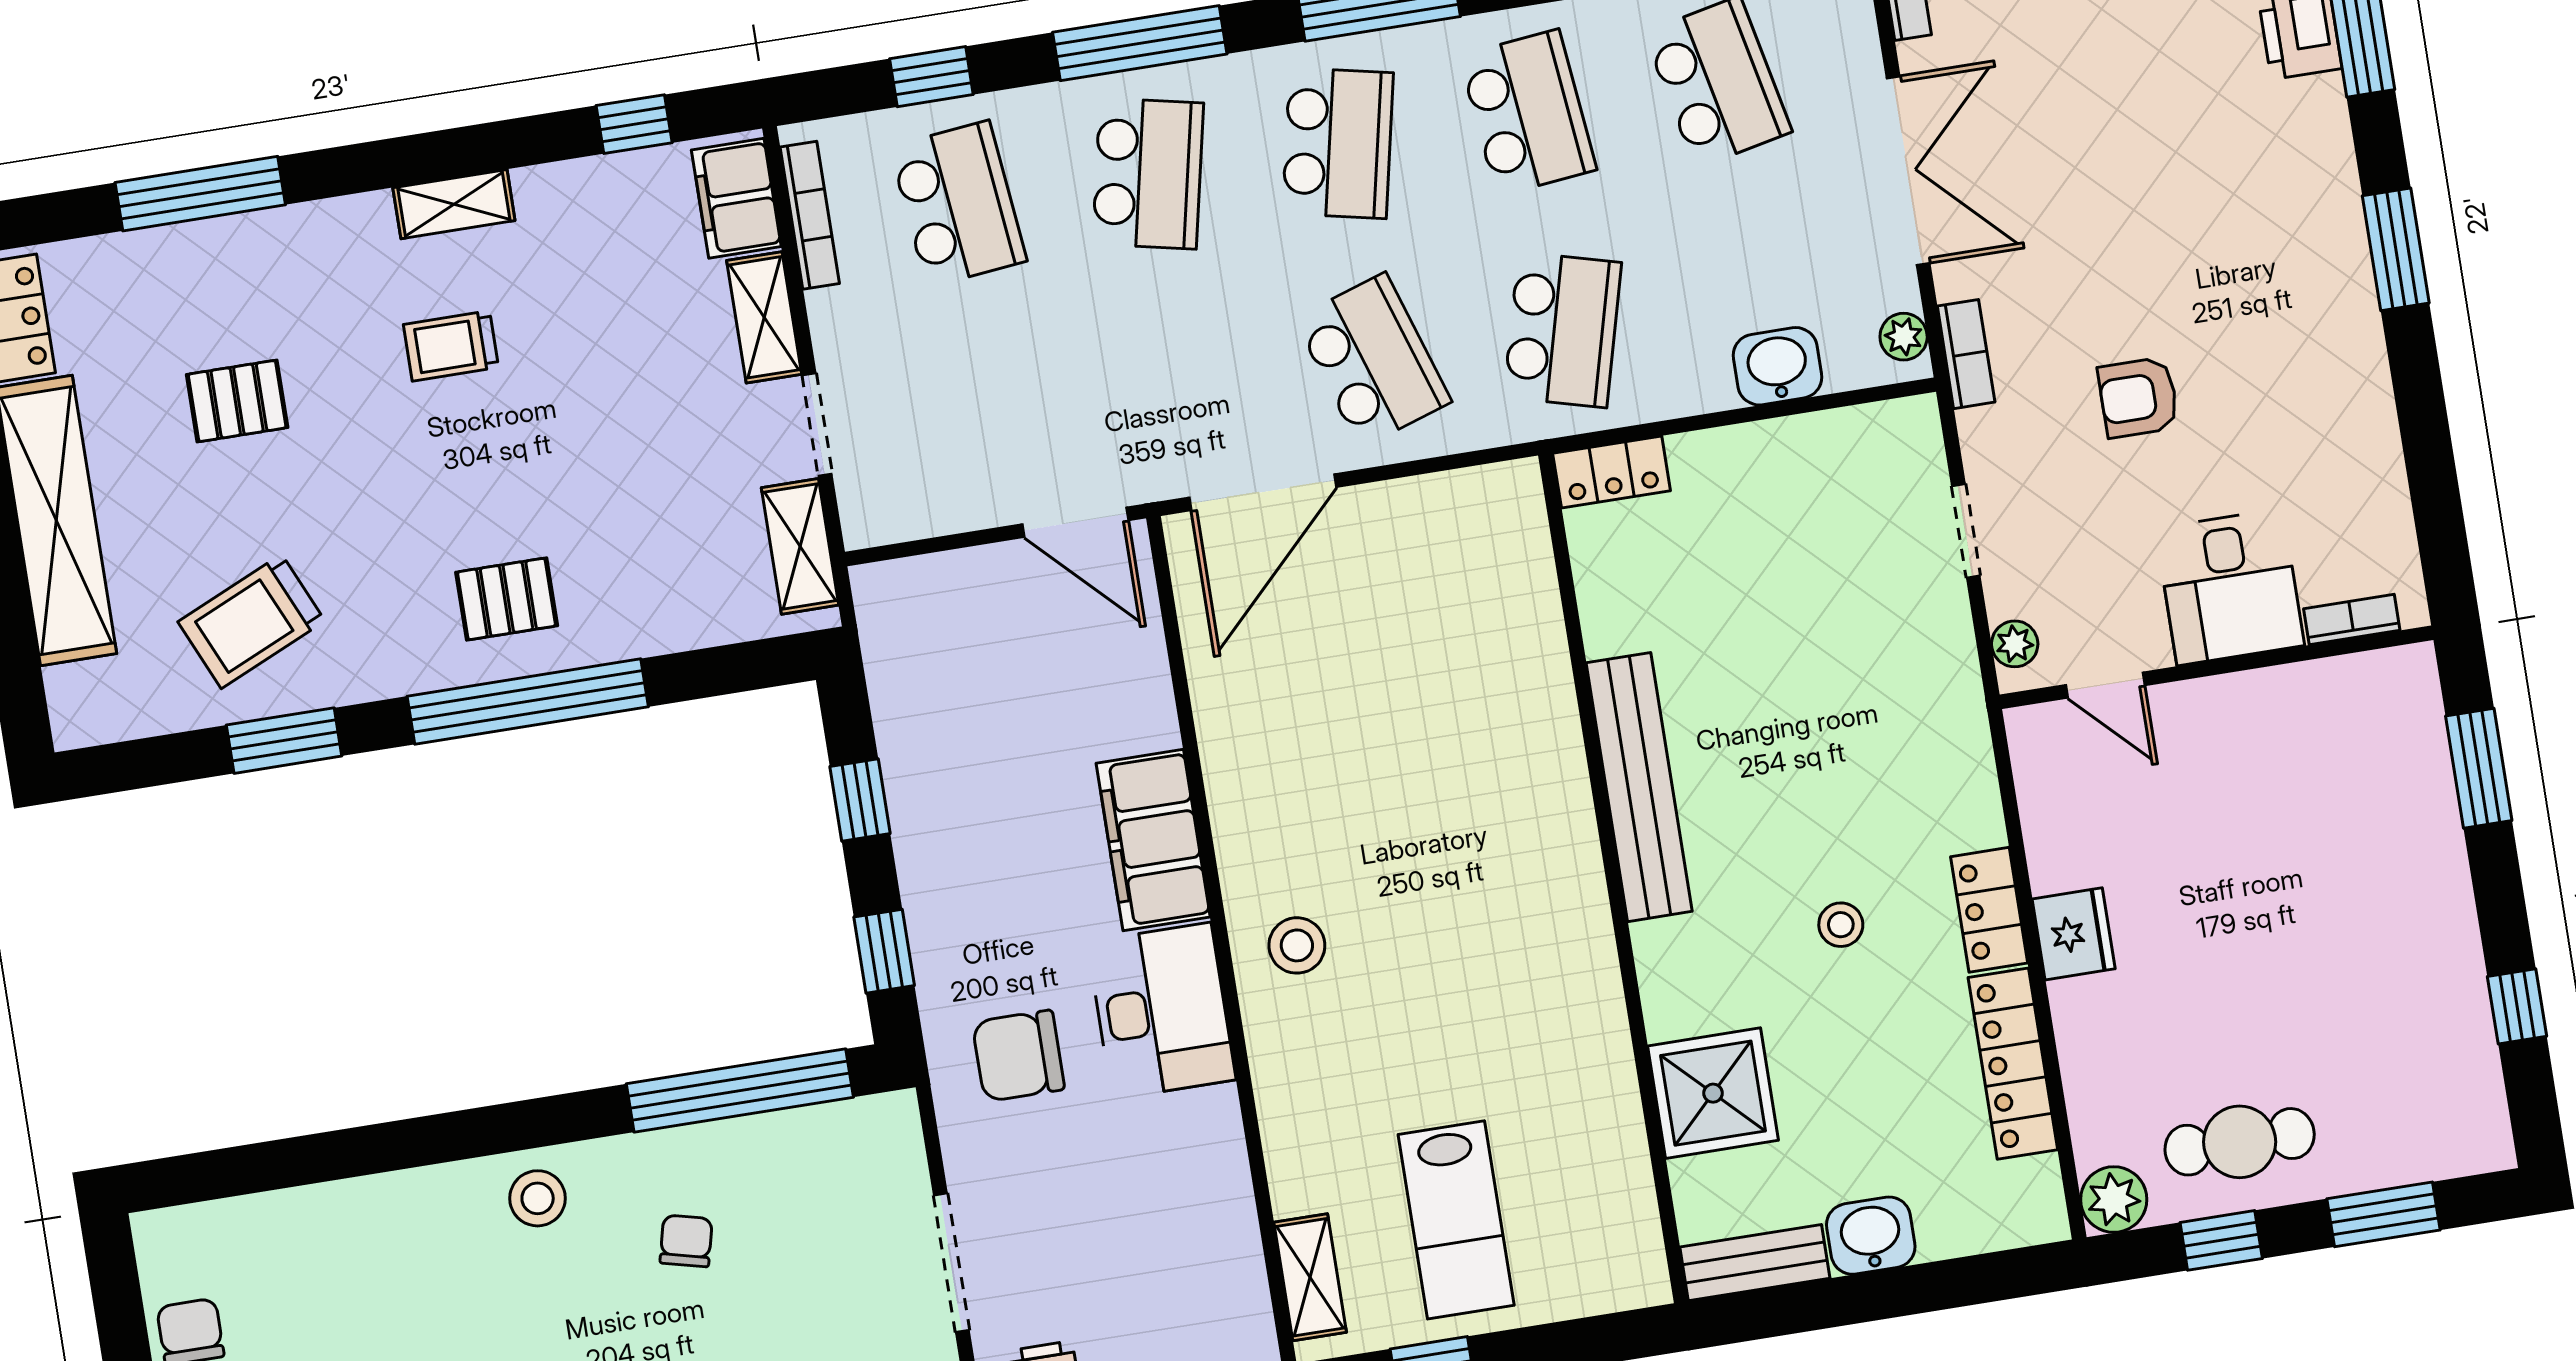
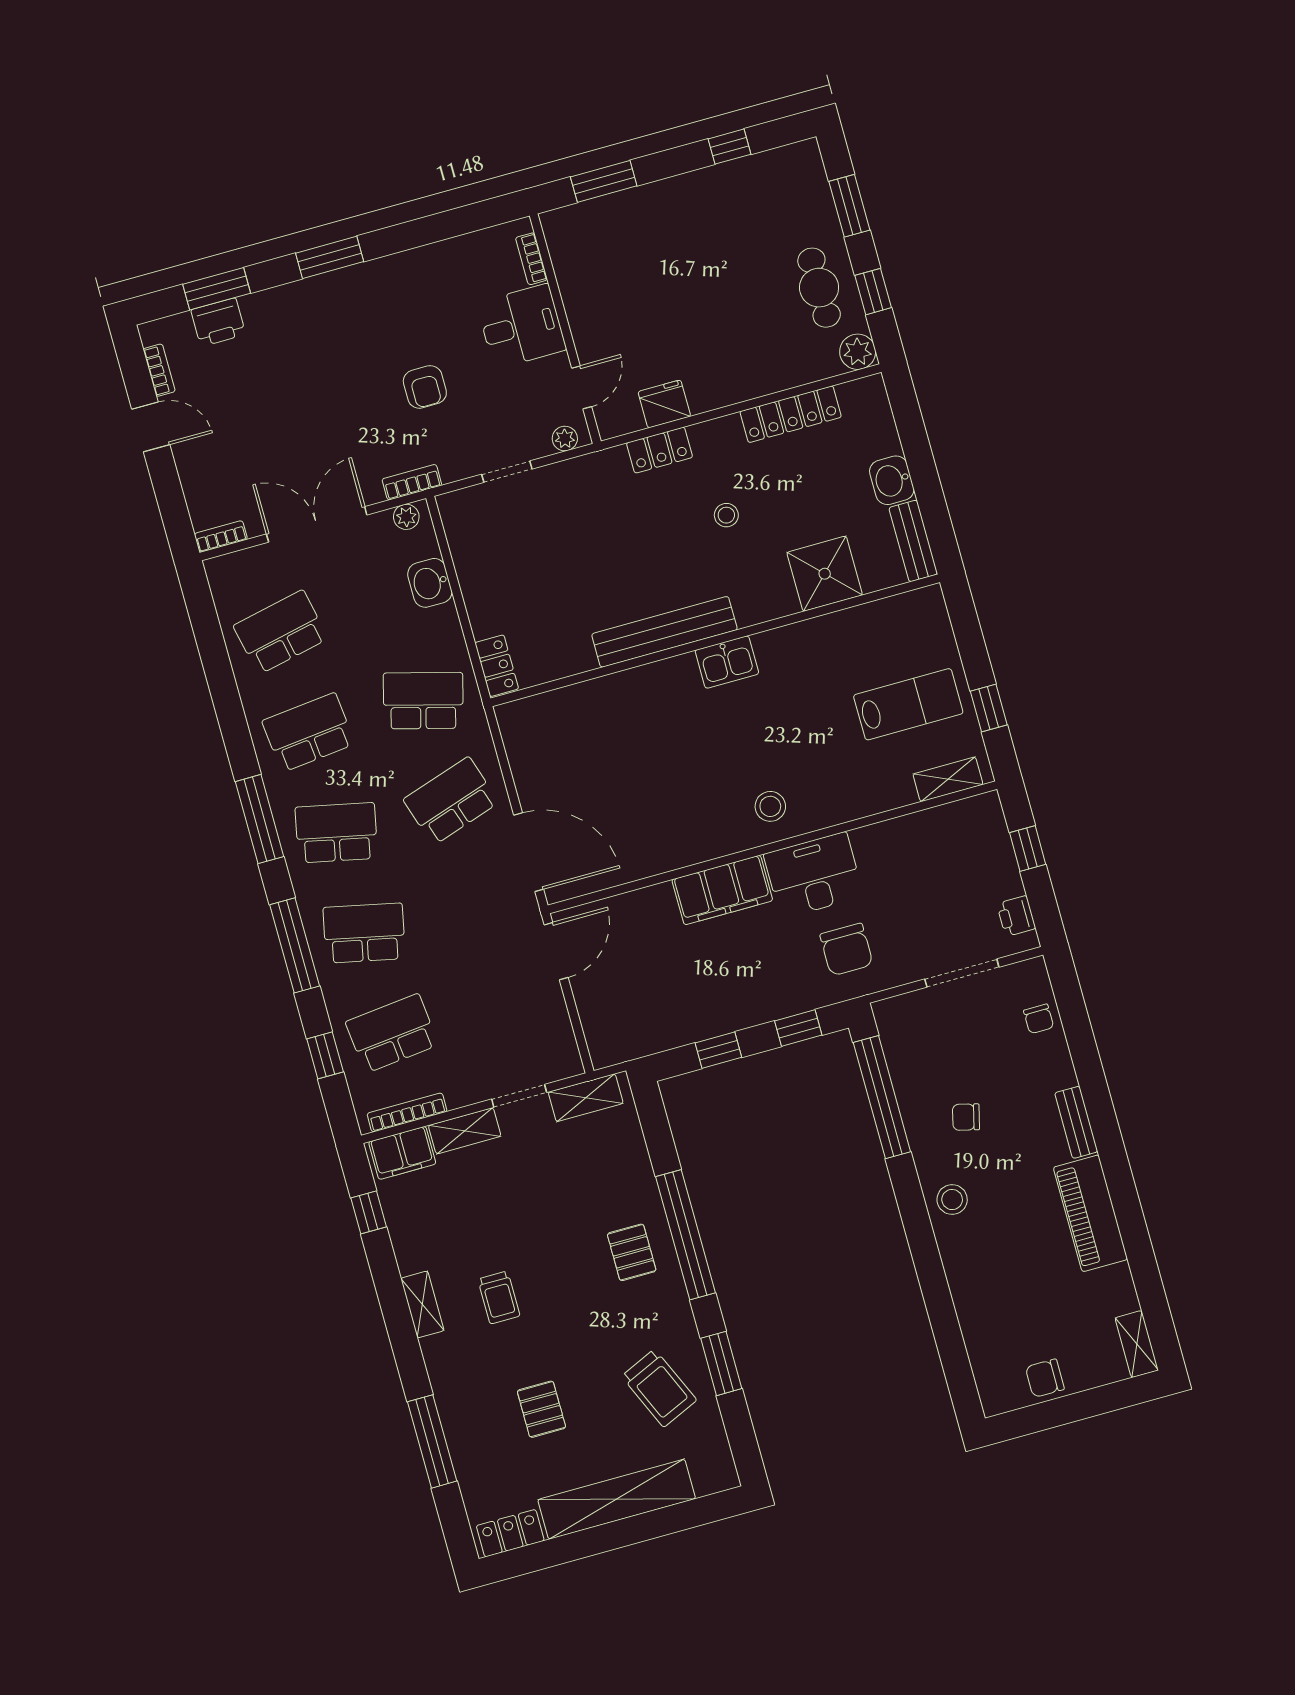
kitchen sink: (1571, 895) -> (727, 662), added
locker: (1989, 910) -> (660, 450), moved
fridge: (2074, 934) -> (664, 404), moved

